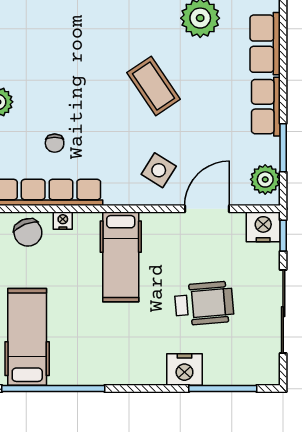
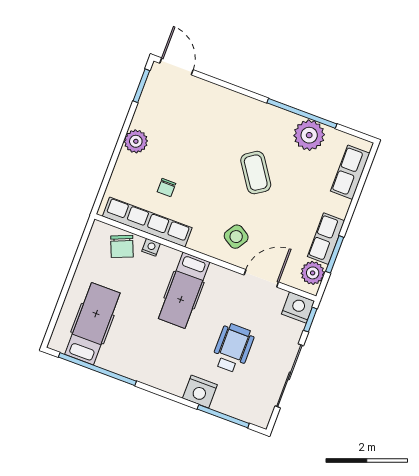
row of seats: (266, 107) -> (326, 239), moved
wheelchair: (204, 304) -> (233, 348), turned -85

